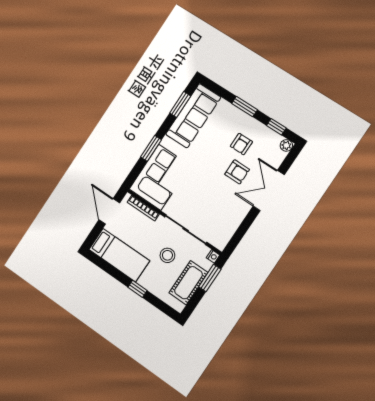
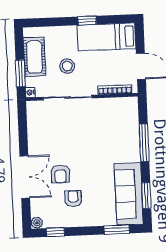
window: (245, 107) -> (117, 230), moved
window: (151, 148) -> (144, 143), width x1.44
armchair: (237, 172) -> (60, 174), turned -90
corner sofa: (160, 177) -> (120, 124), removed
window: (138, 289) -> (87, 20), moved

